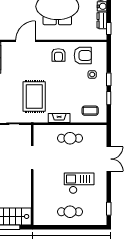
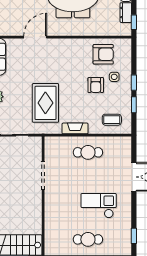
armchair: (58, 55) -> (96, 85), moved

